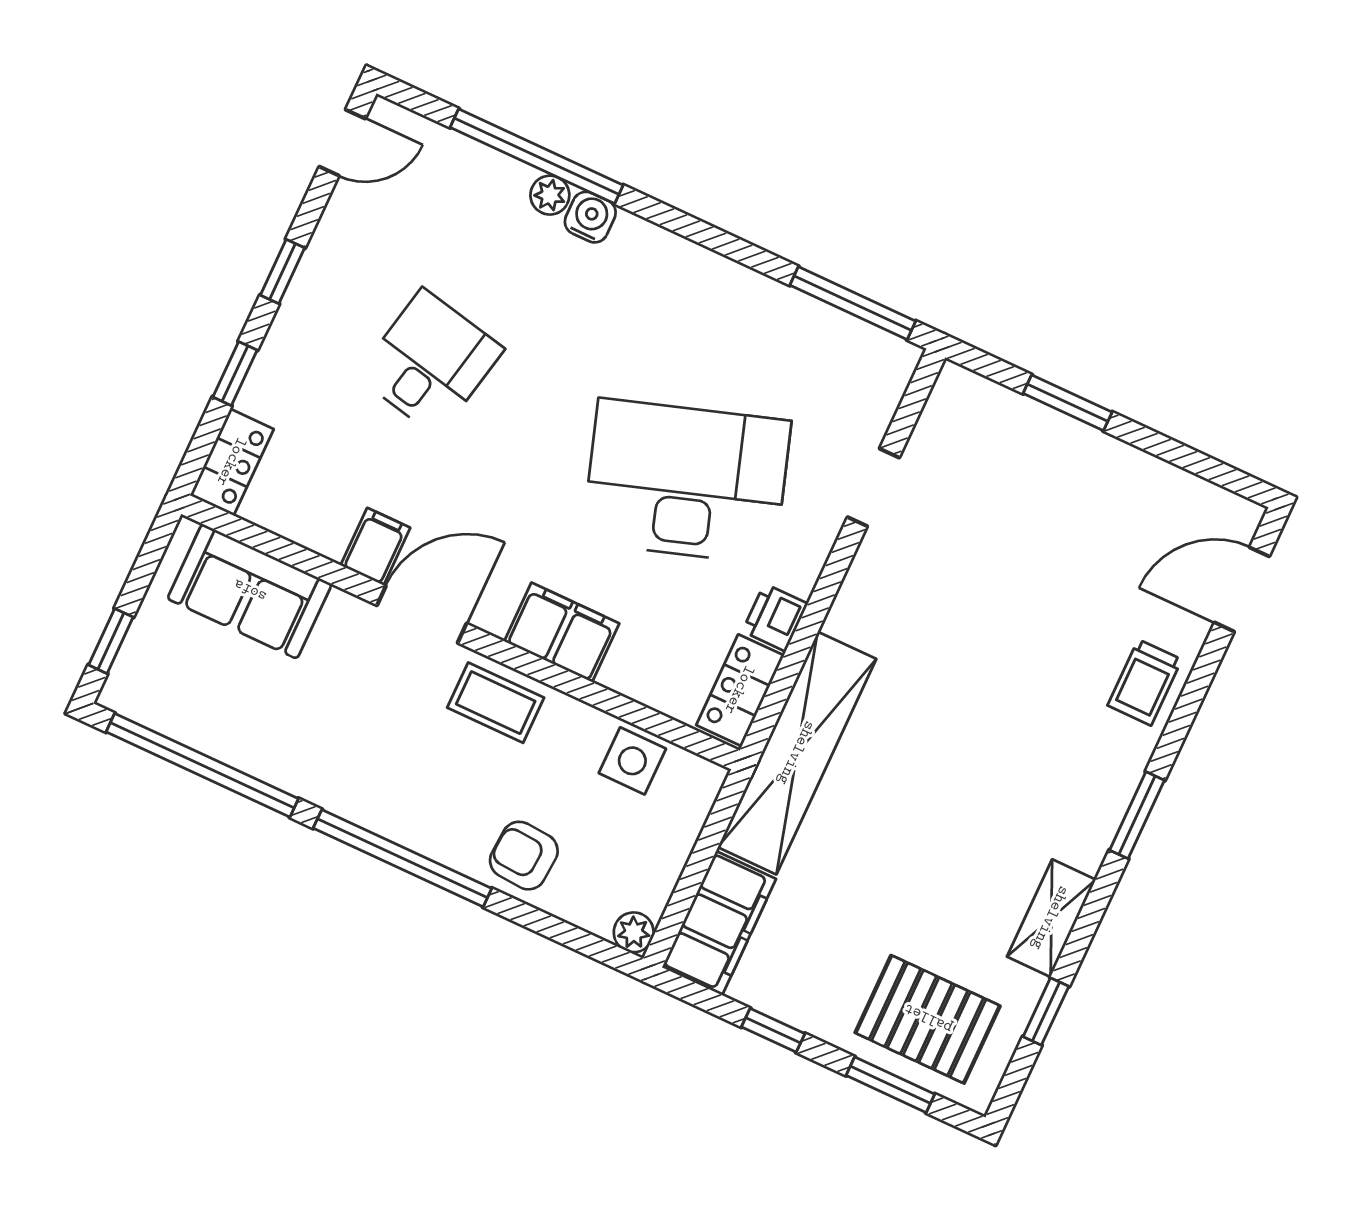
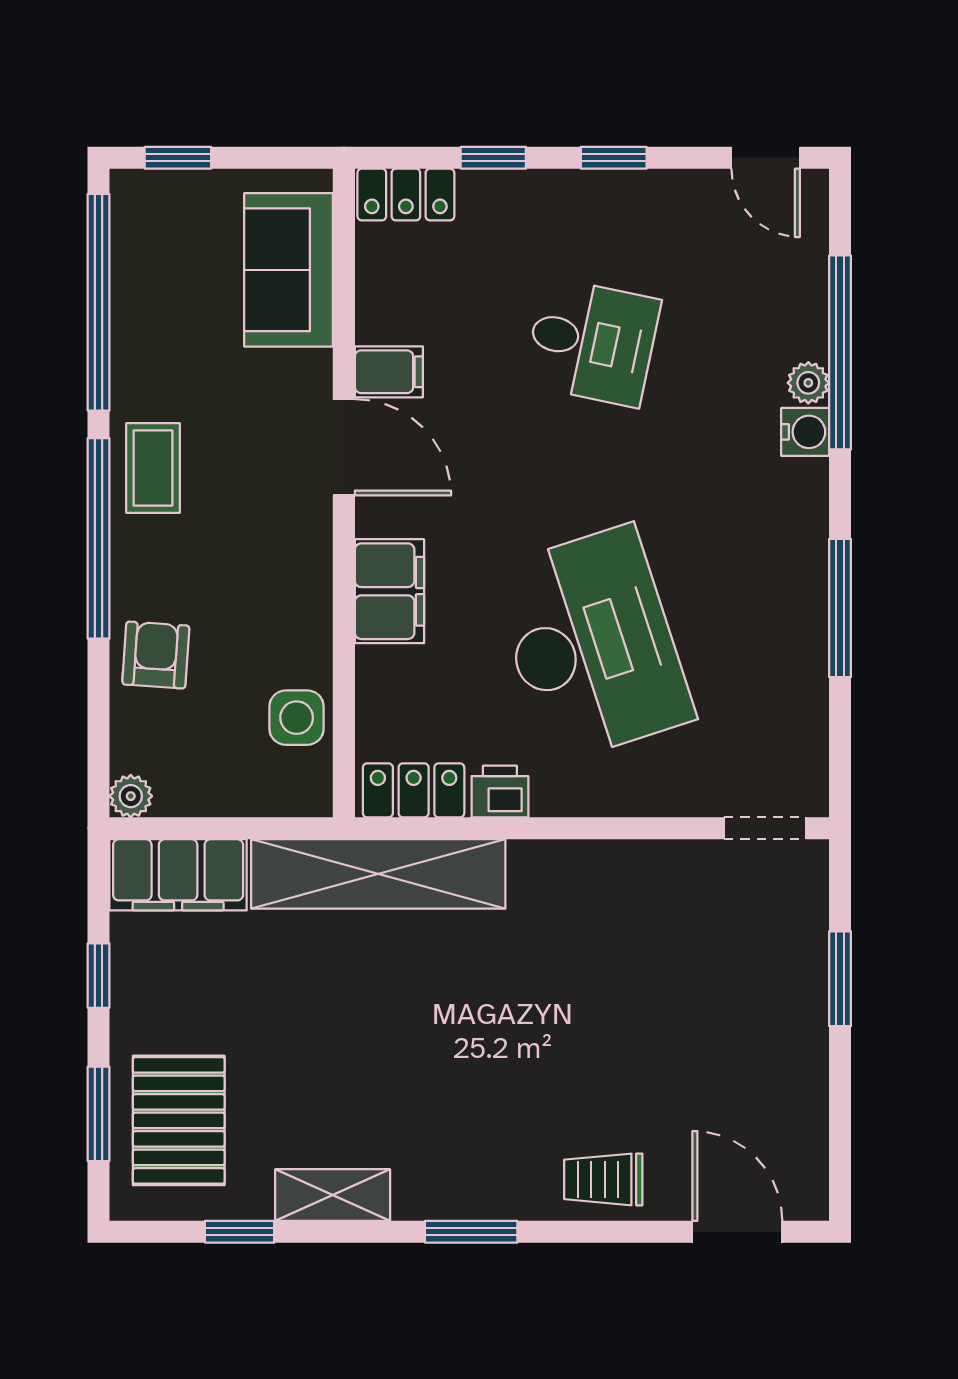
window: (853, 303) -> (840, 608), moved
doorway: (873, 487) -> (765, 828), moved
coffee table: (496, 703) -> (153, 468), moved

